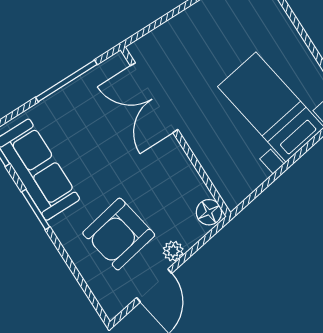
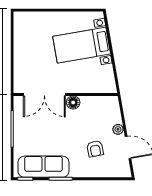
floor lamp: (209, 212) -> (73, 102), moved
armchair: (119, 234) -> (95, 149), width x0.53, depth x0.53

